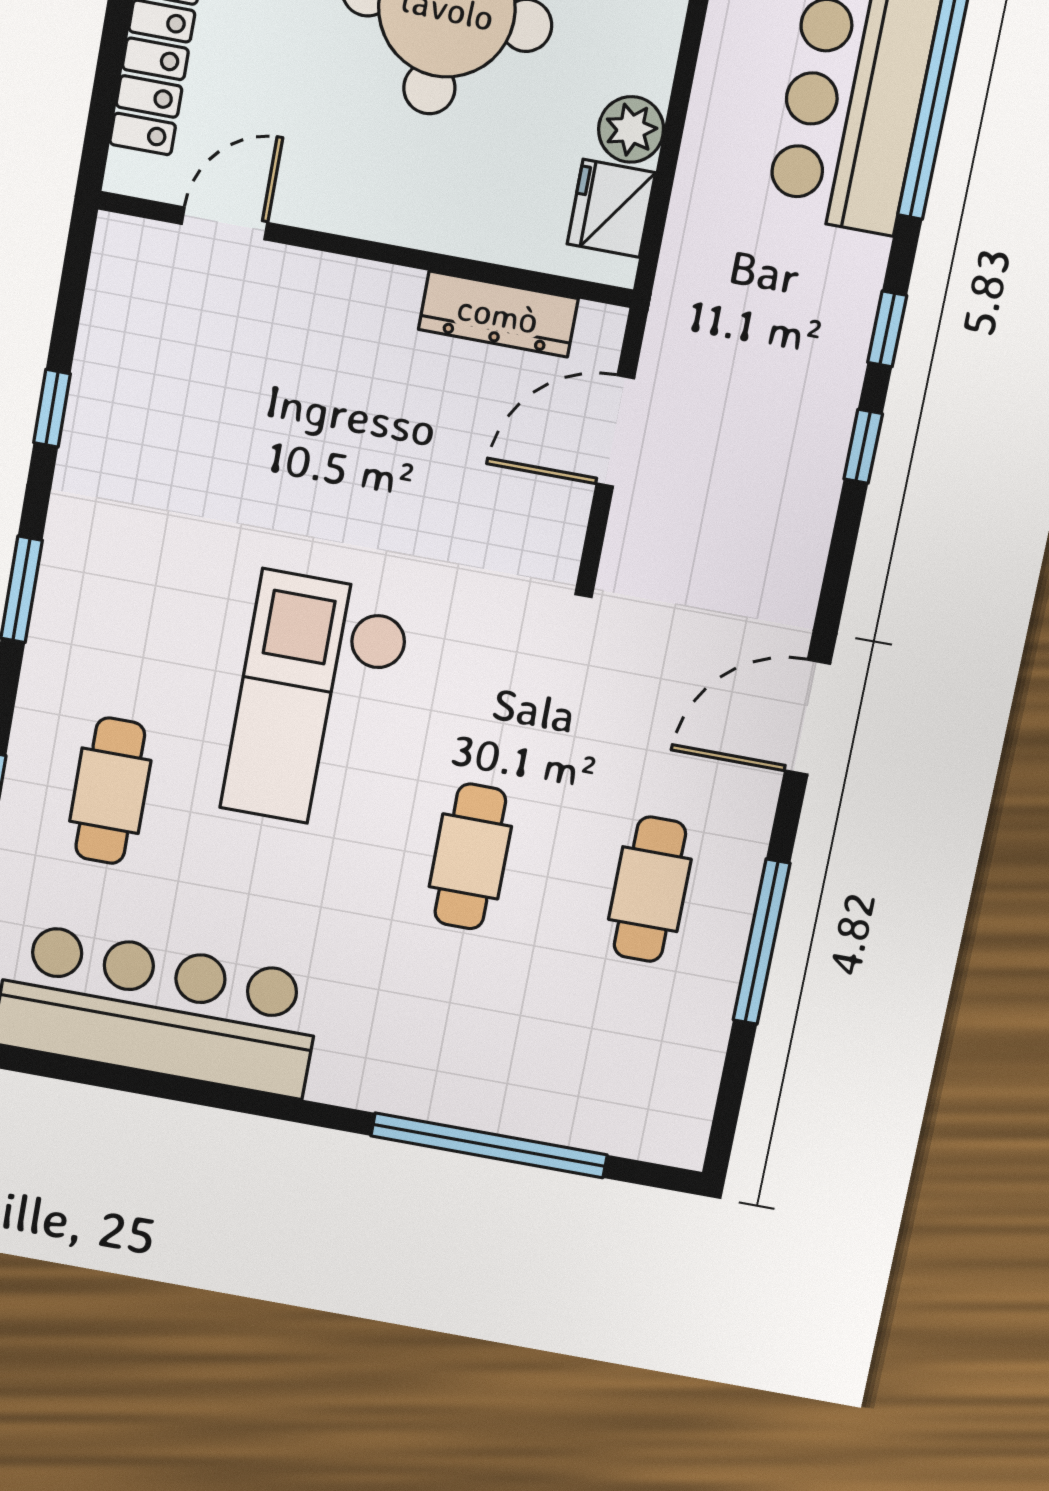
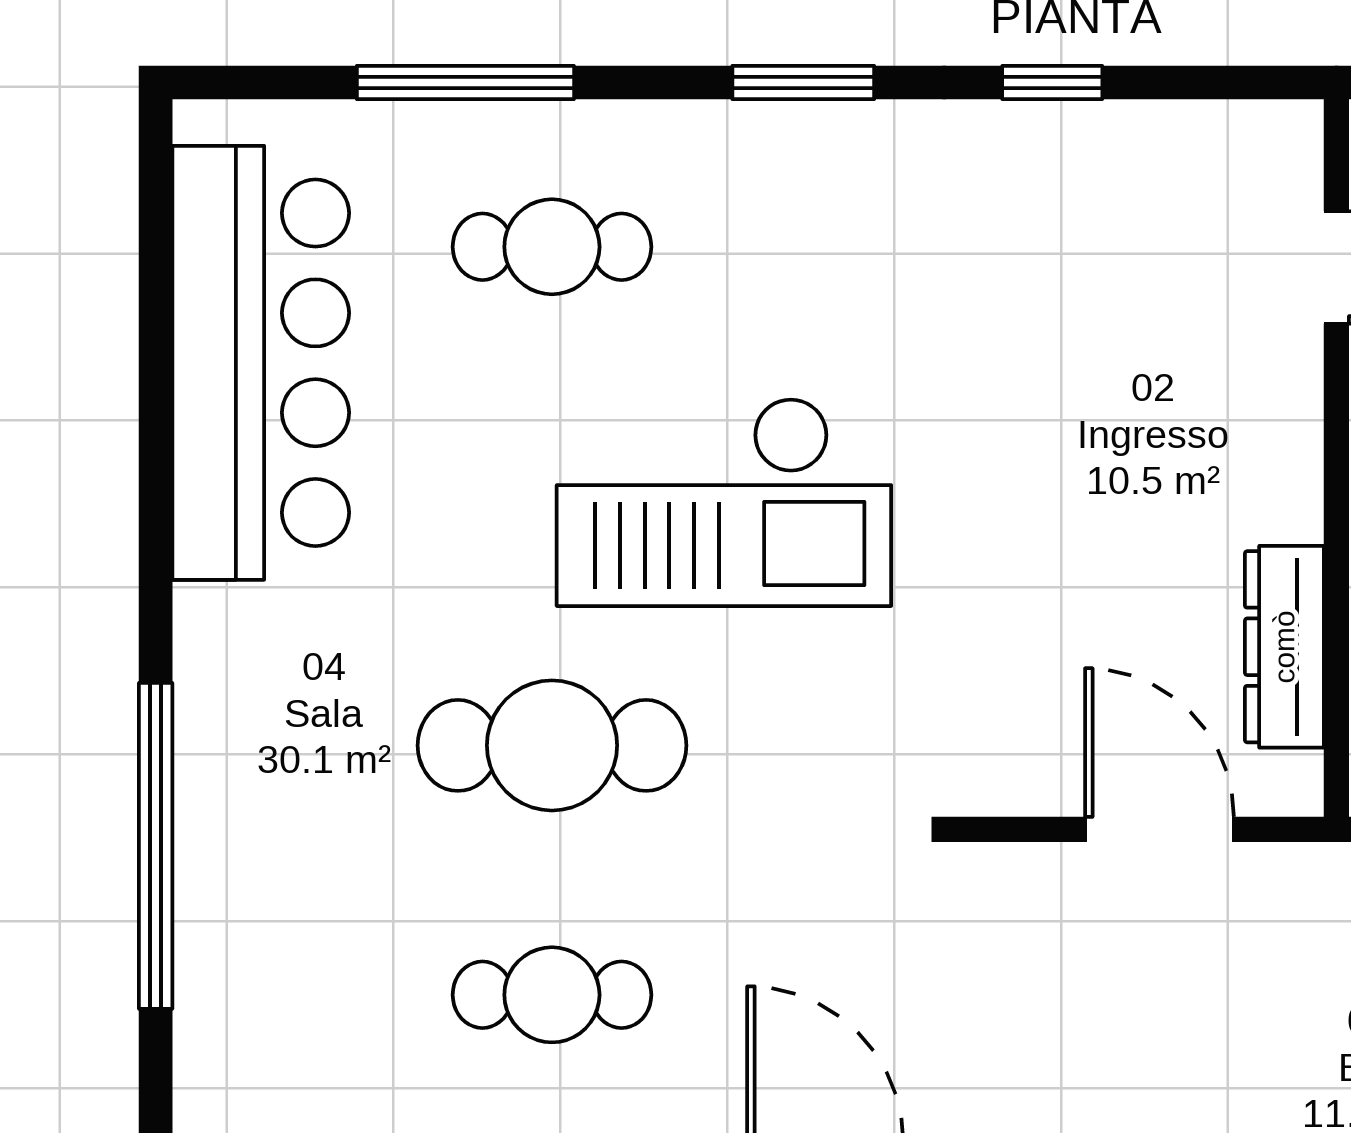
checkout: (317, 702) -> (724, 502), turned 180
cafe table: (470, 856) -> (552, 745), width x1.37, depth x1.35

